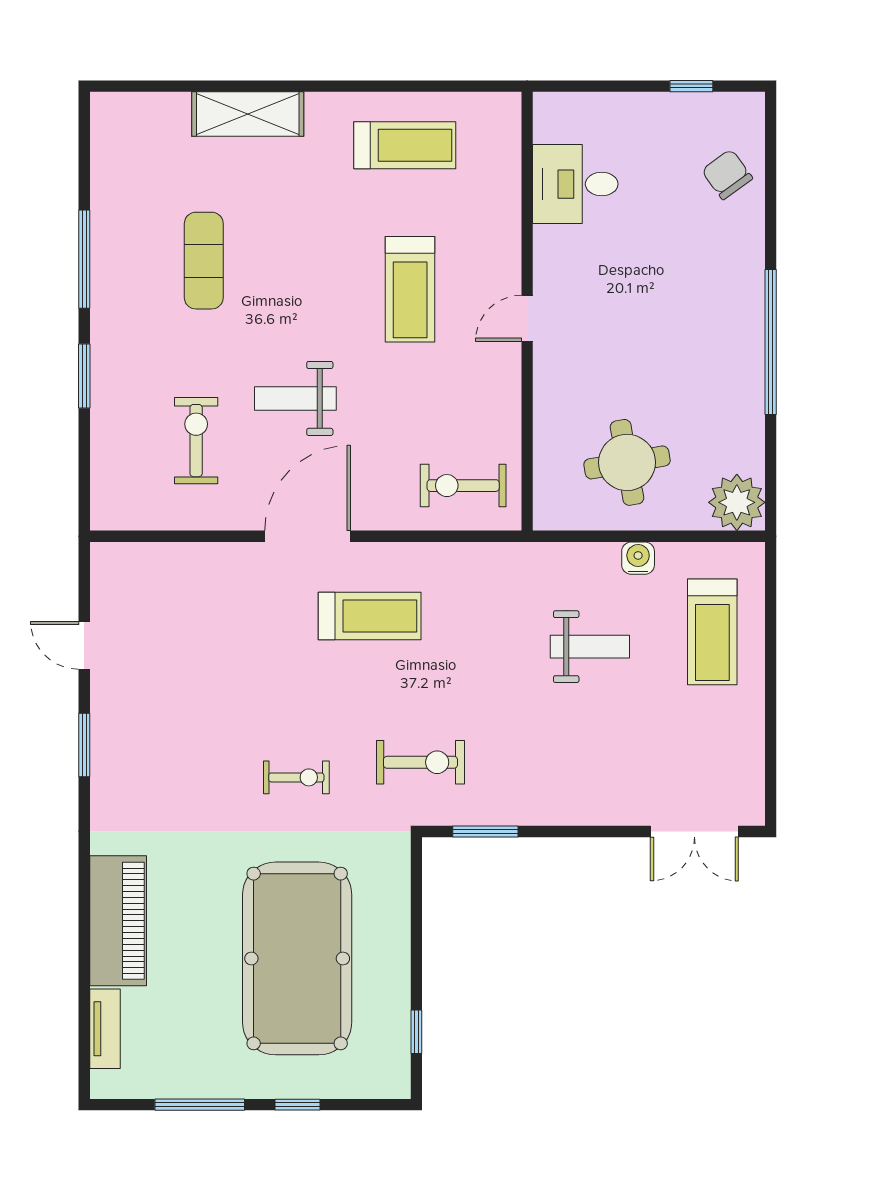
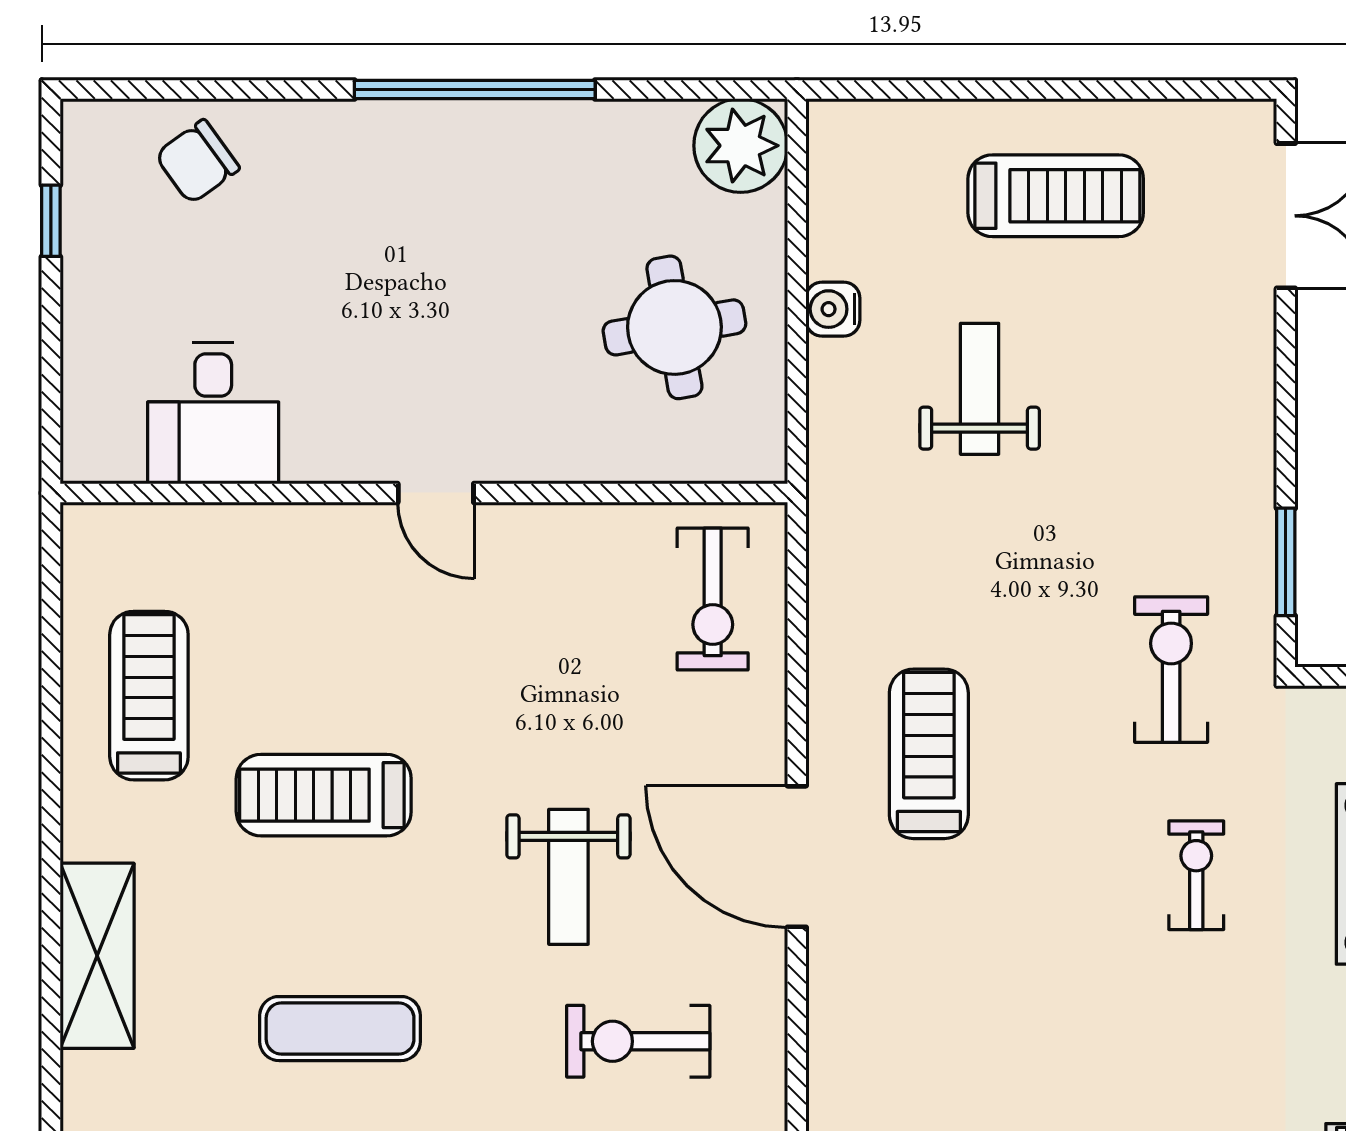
treadmill: (410, 289) -> (324, 795), moved, turned 180
treadmill: (712, 632) -> (1056, 196), moved

